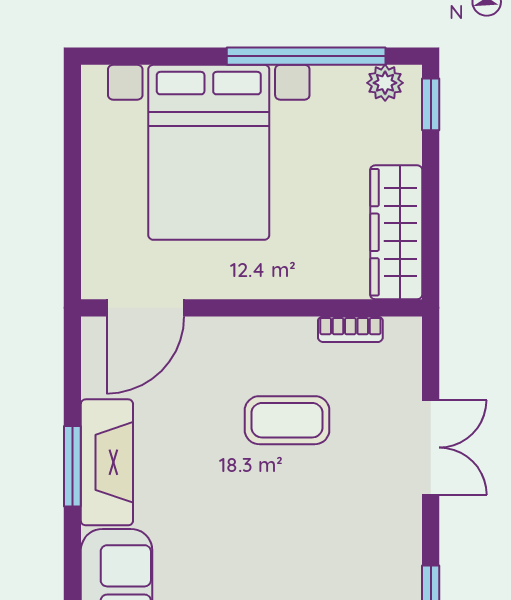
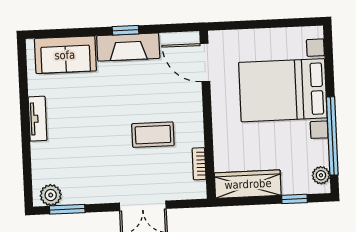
window: (431, 104) -> (294, 199), moved
coffee table: (287, 420) -> (153, 135), turned 90
window: (72, 466) -> (125, 30), width x0.67

